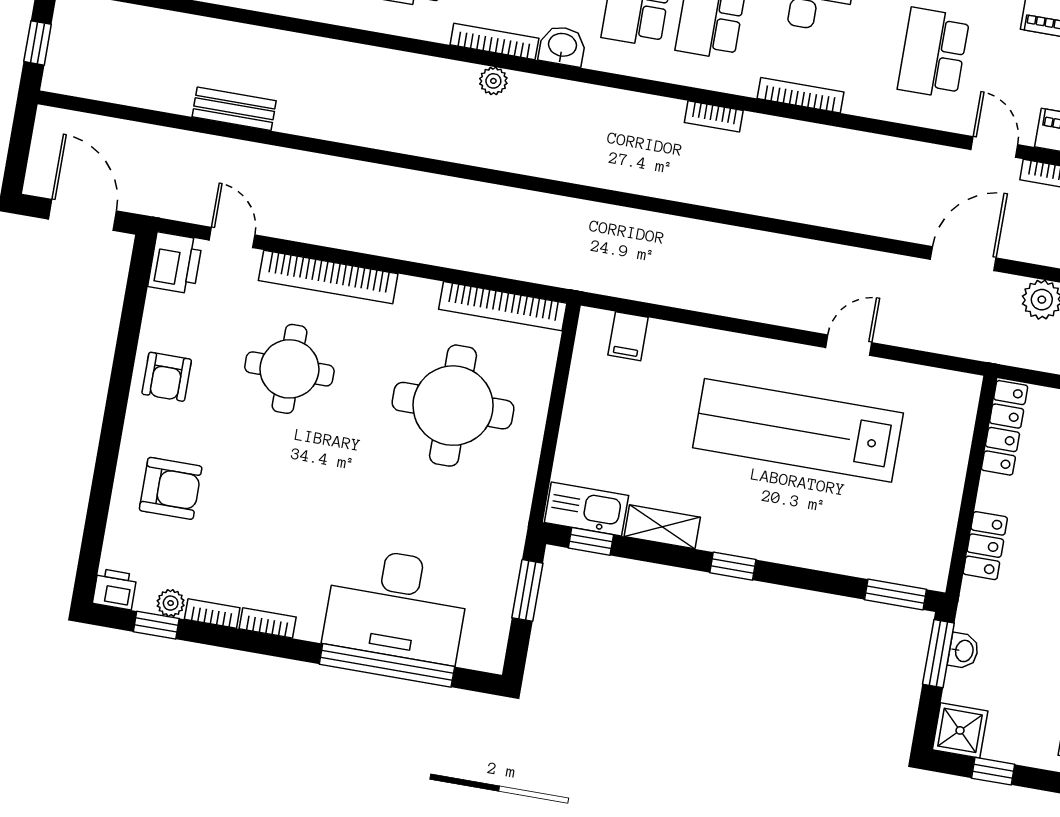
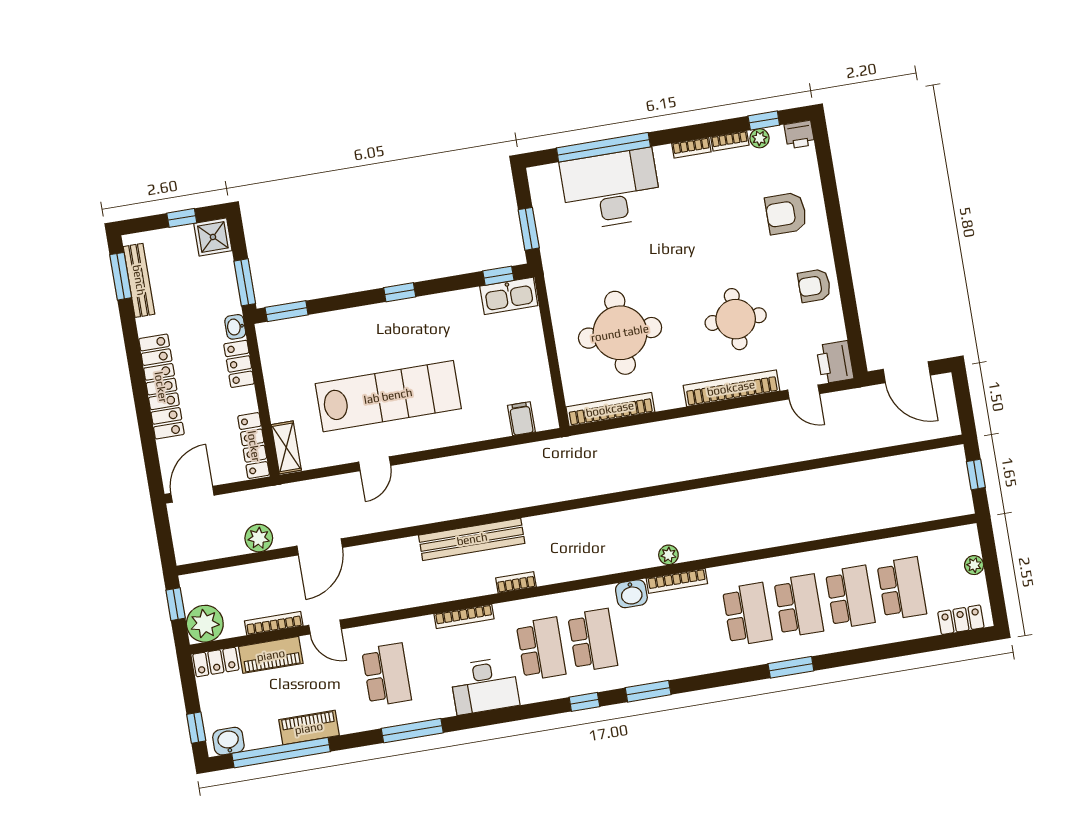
bench: (234, 109) -> (472, 539), moved, width x1.86, depth x1.21
armchair: (167, 377) -> (814, 286), turned -90
shelving: (662, 527) -> (286, 447), moved, turned 90
washbasin: (963, 651) -> (235, 327), moved

